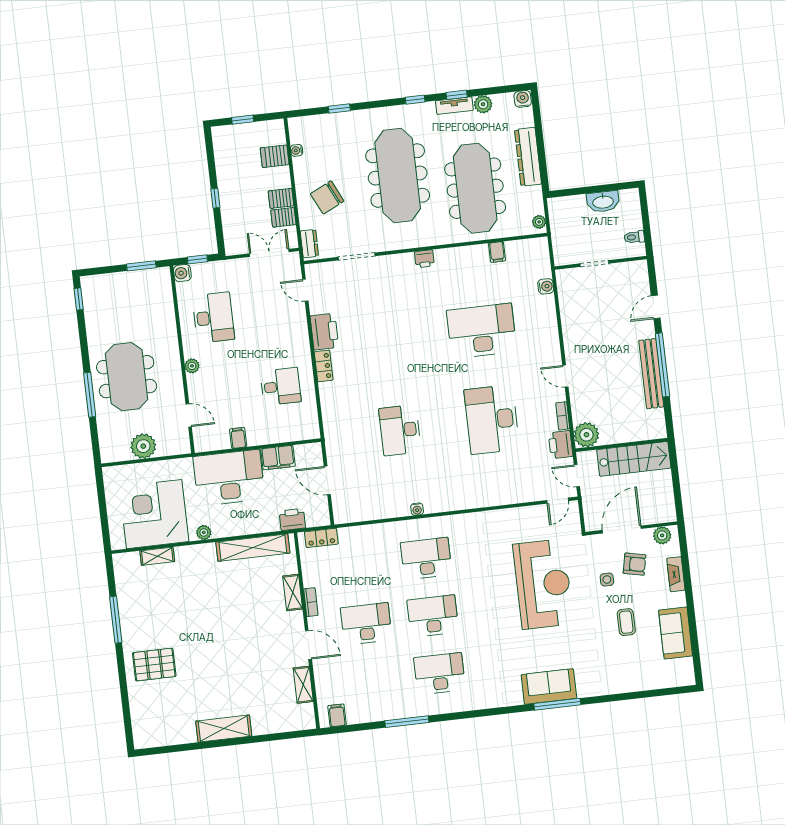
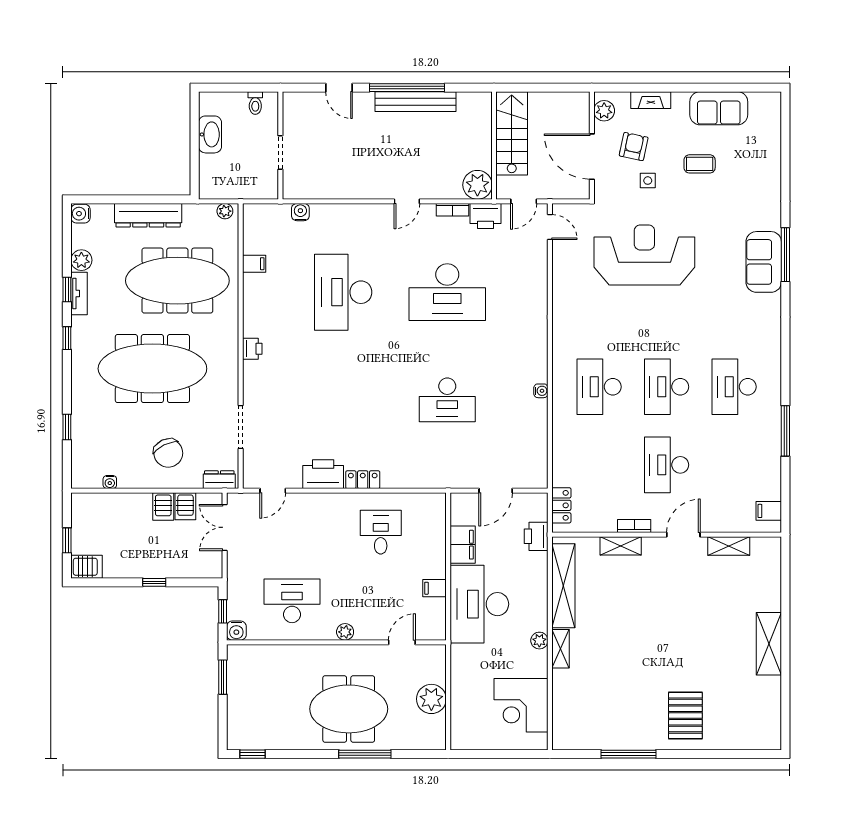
server rack: (275, 156) -> (87, 567), moved, turned -90
corner desk: (154, 514) -> (521, 705), width x0.74, depth x0.74
shelving: (157, 556) -> (561, 649), moved

